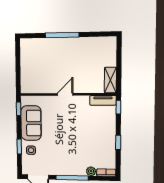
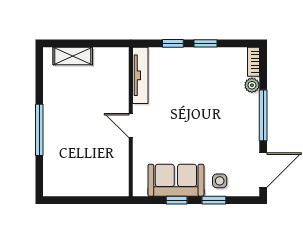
shelving: (110, 80) -> (73, 56), moved
tv unit: (103, 100) -> (140, 75), width x1.41
window: (118, 107) -> (173, 43), moved
window: (19, 109) -> (177, 200), moved

